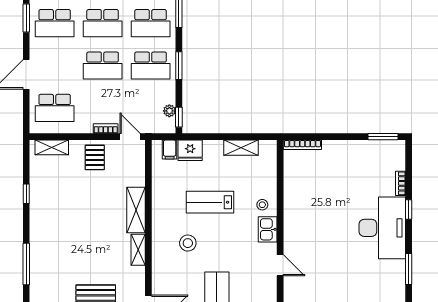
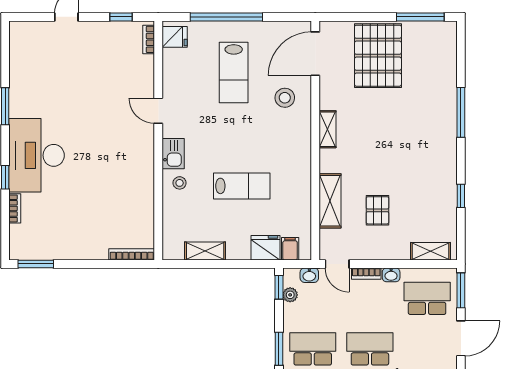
window: (26, 115) -> (461, 290), added
washbasin: (153, 127) -> (309, 275), added
washbasin: (85, 128) -> (391, 275), added
pallet: (95, 157) -> (377, 210), moved
shelving: (136, 210) -> (330, 201), moved
stool: (188, 243) -> (285, 98), moved

